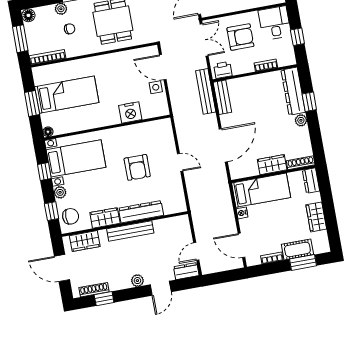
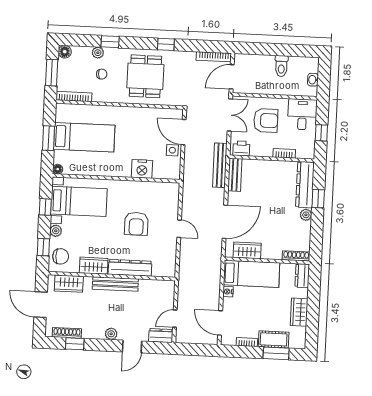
wardrobe: (272, 165) -> (247, 250), moved

